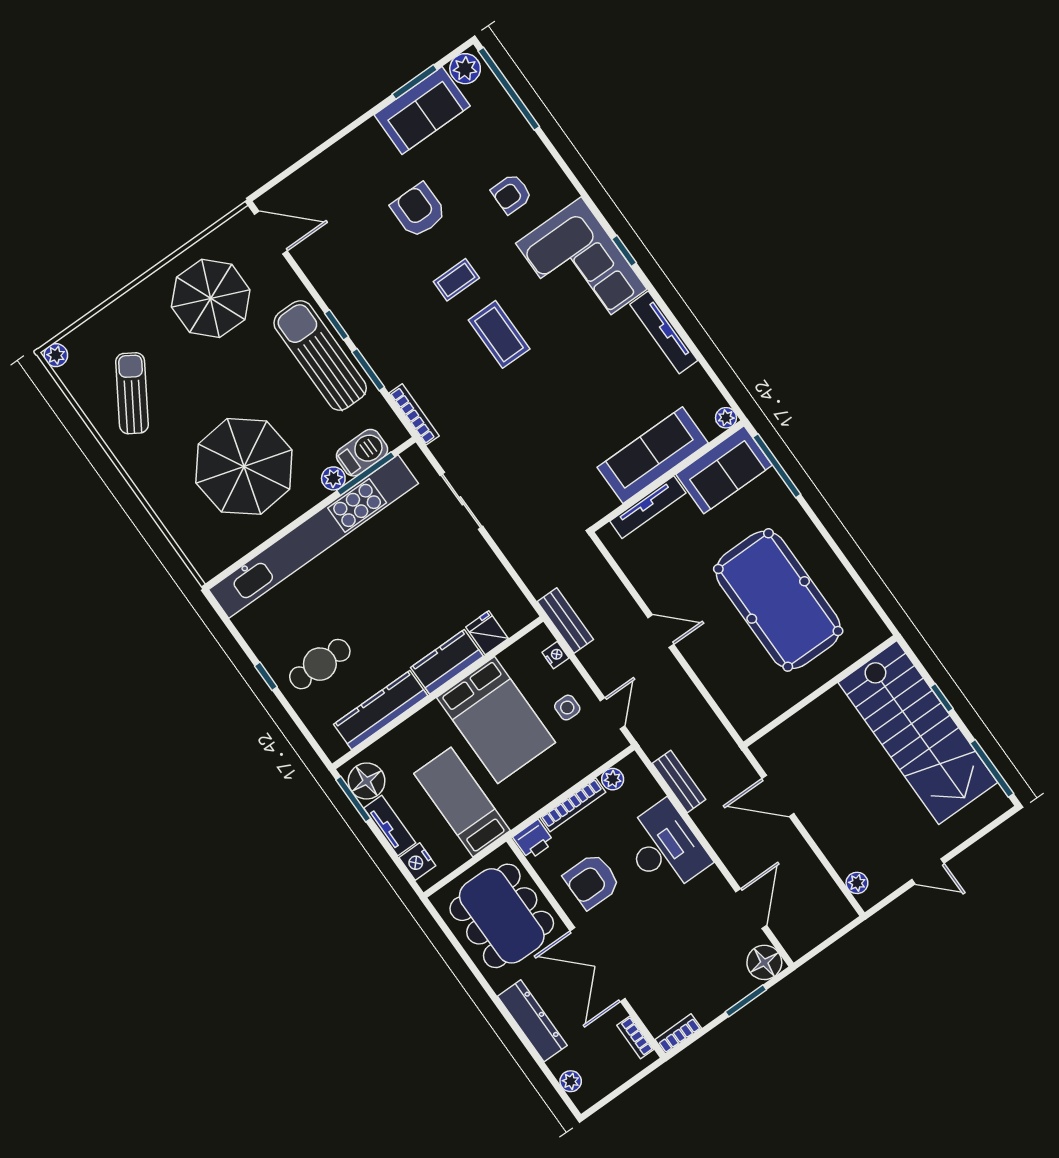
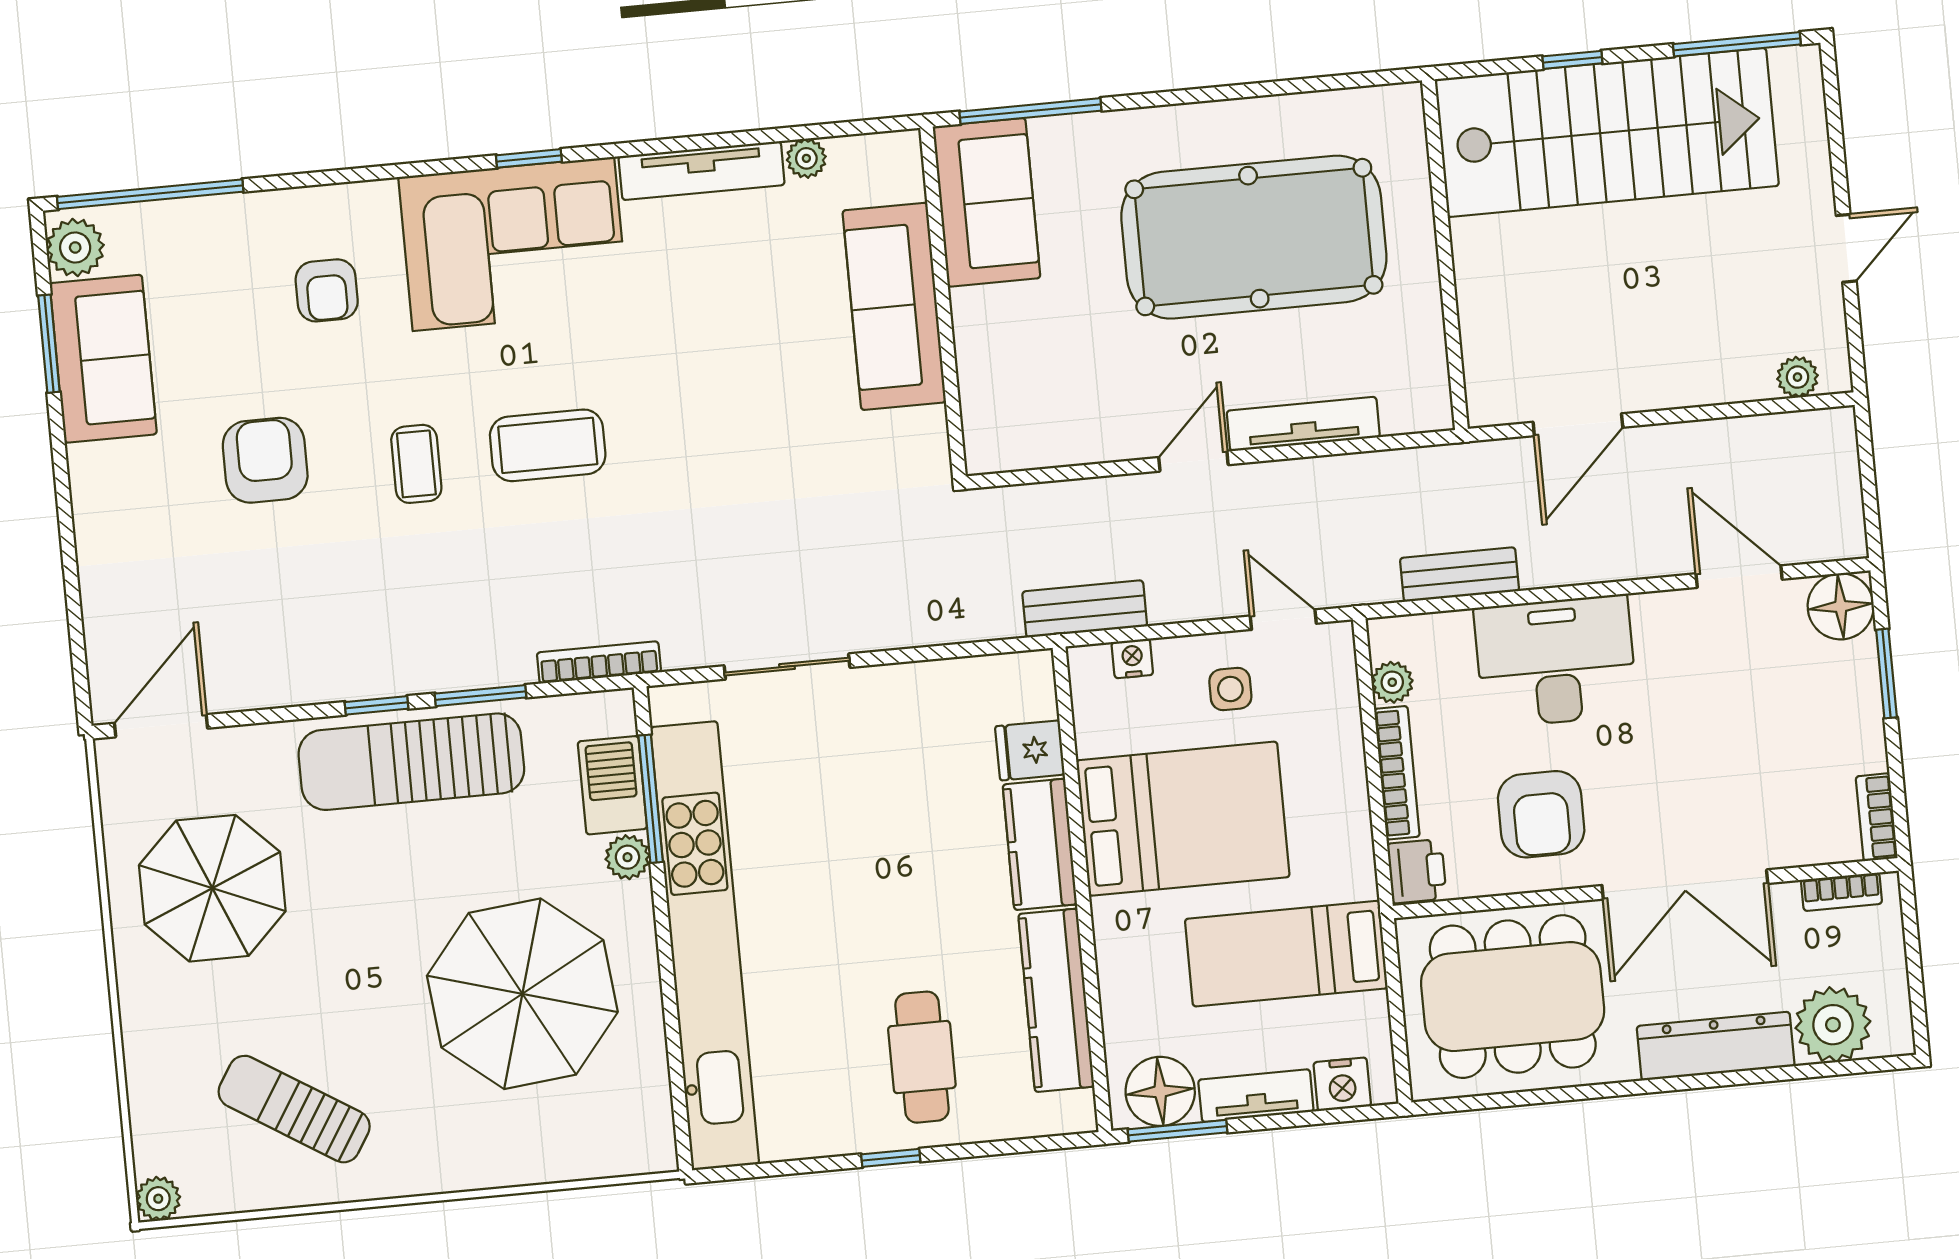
armchair: (418, 210) -> (265, 460), turned 90
plant: (726, 418) -> (806, 158), moved
tv unit: (648, 507) -> (1303, 424), moved, turned -90
plant: (571, 1081) -> (1833, 1025), width x1.87, depth x1.87

